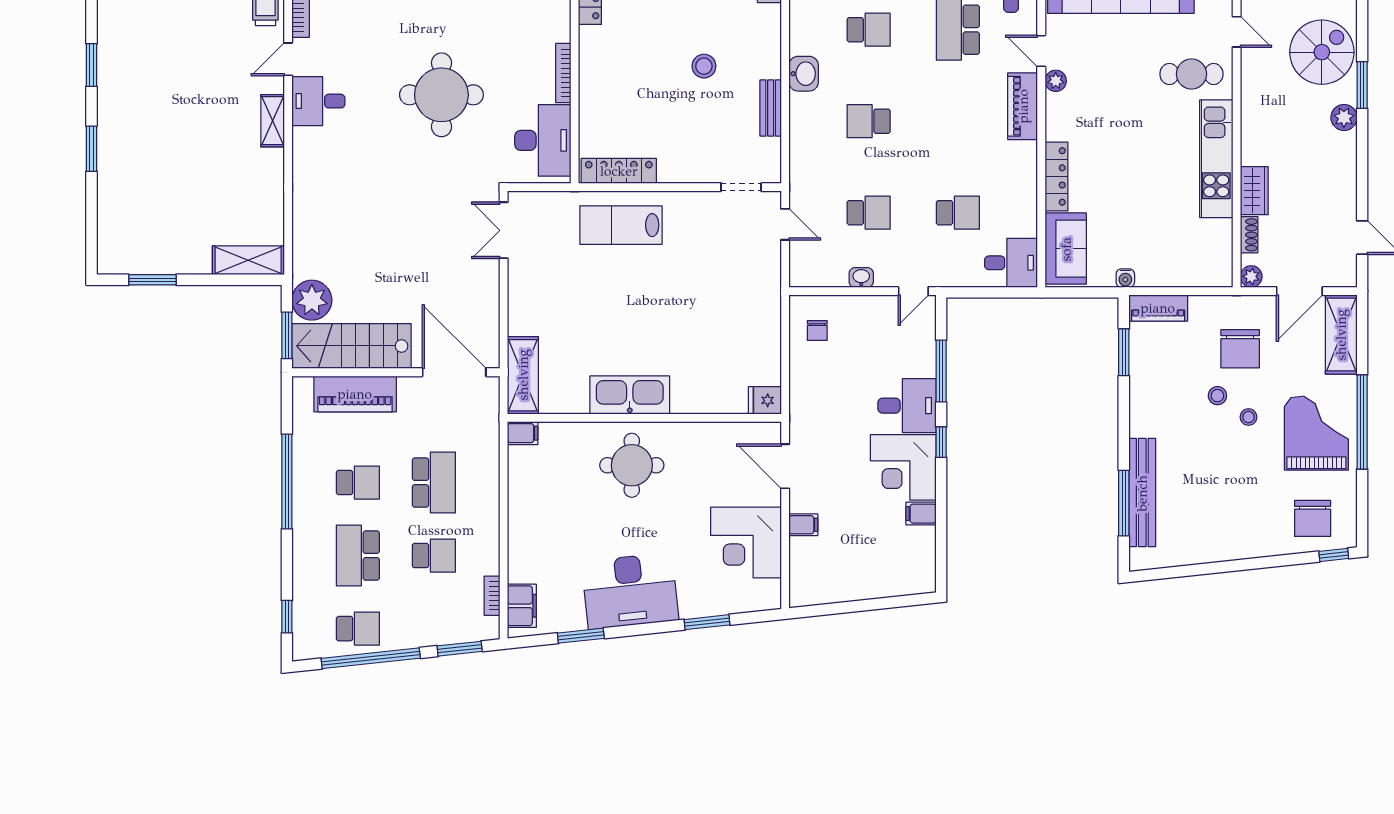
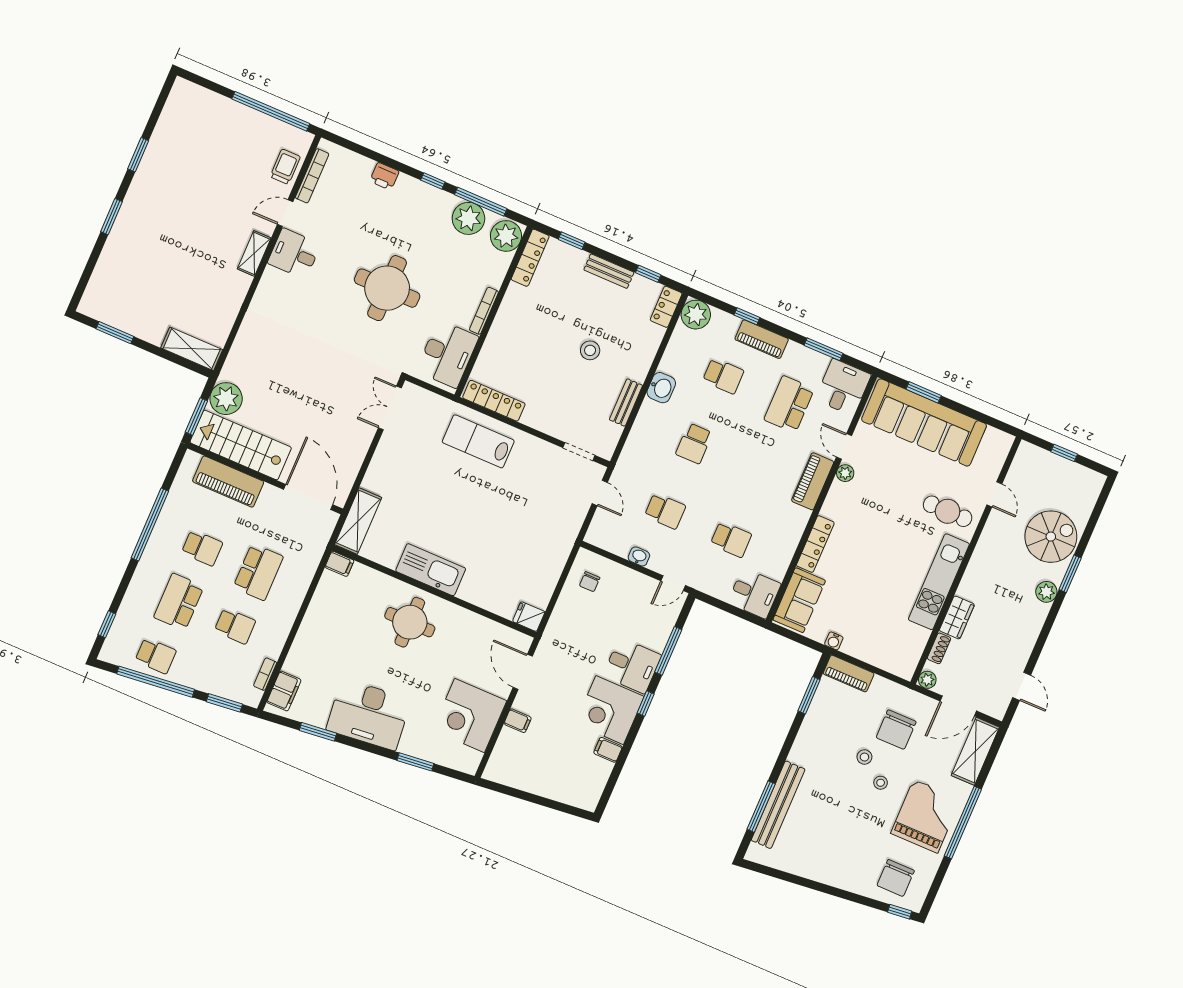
school desk: (869, 121) -> (694, 443), turned -90

